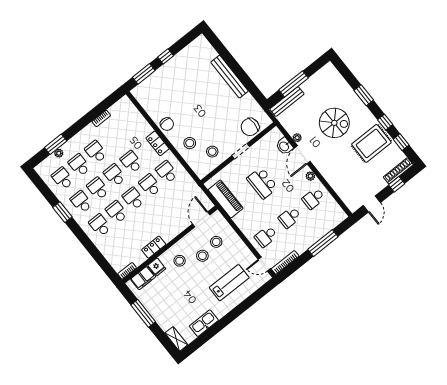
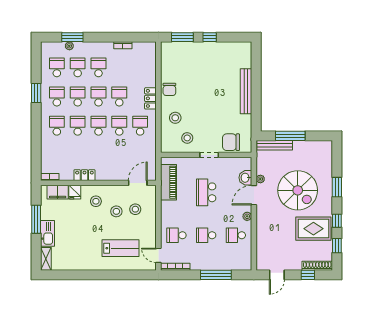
spiral stairs: (334, 123) -> (298, 190), width x1.37, depth x1.37
kitchen sink: (204, 323) -> (48, 233), moved, turned 90

